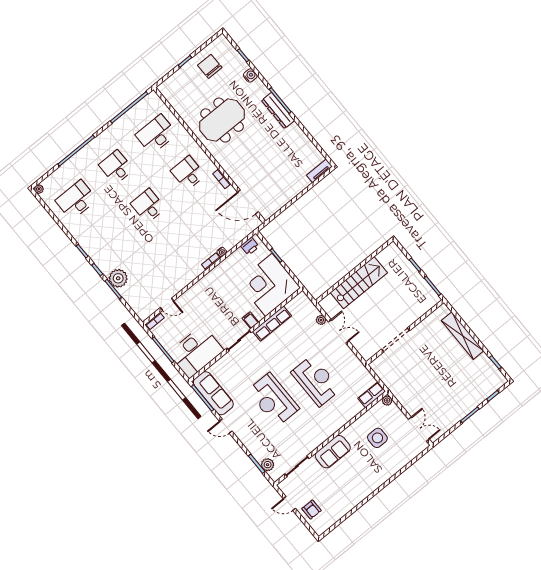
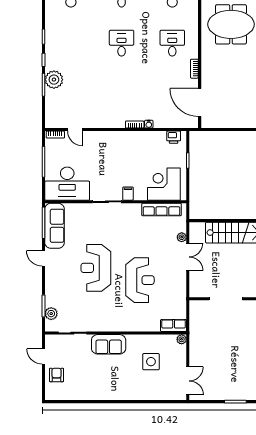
corner desk: (269, 285) -> (164, 184), width x0.74, depth x0.74
row of seats: (272, 324) -> (161, 210), moved
armchair: (312, 510) -> (57, 375), turned 180

